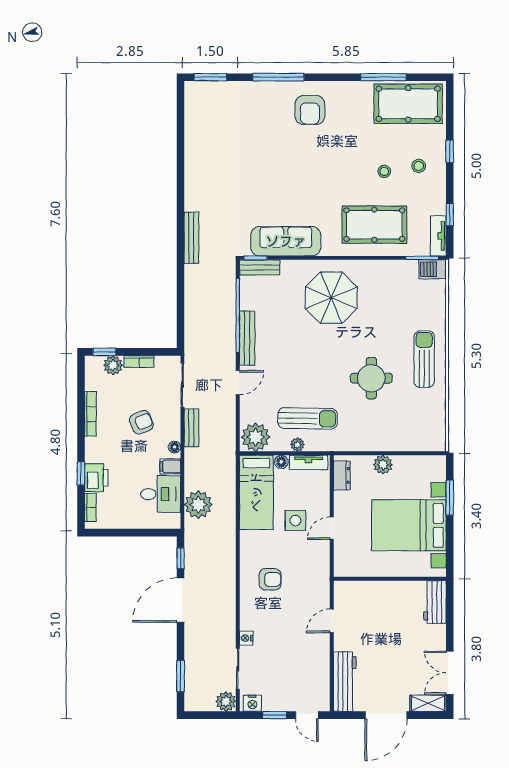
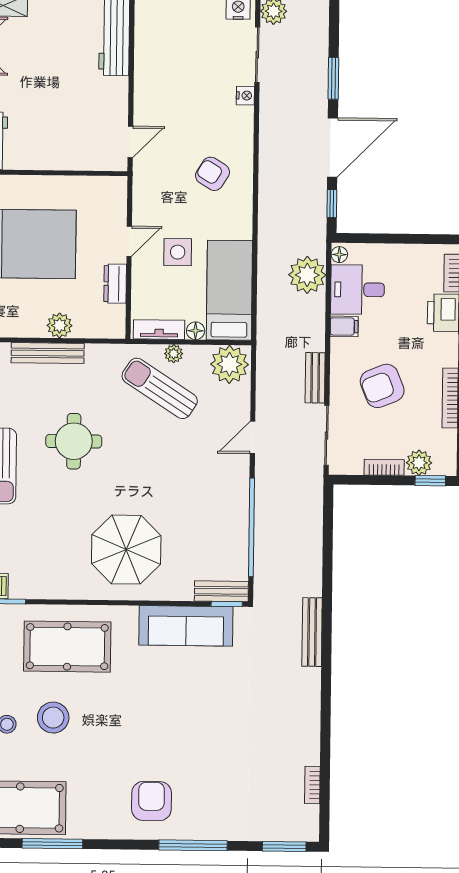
bookcase: (190, 123) -> (312, 785), added
stool: (384, 171) -> (53, 718), width x1.89, depth x1.89
bench: (247, 338) -> (48, 353), moved, turned 90
sun lounger: (308, 418) -> (160, 388), turned 32
armchair: (141, 422) -> (382, 386), width x1.38, depth x1.38
floor lamp: (175, 447) -> (339, 255), moved
dresser: (342, 475) -> (115, 284), moved
armchair: (270, 579) -> (213, 174), turned 32
door: (332, 621) -> (130, 142), moved
window: (181, 676) -> (333, 78), moved

